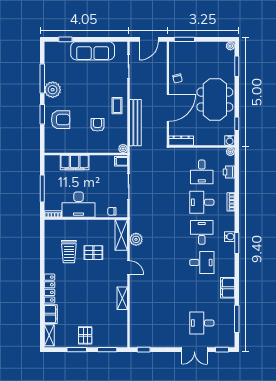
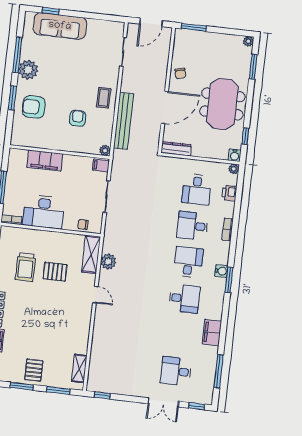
sofa: (93, 51) -> (60, 26), moved
armchair: (61, 120) -> (34, 107), turned 180
shelving: (122, 298) -> (79, 368), moved

